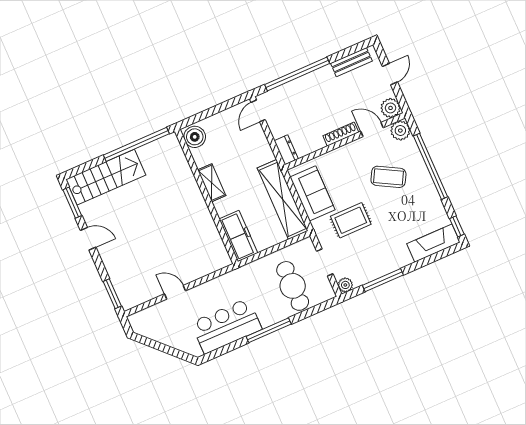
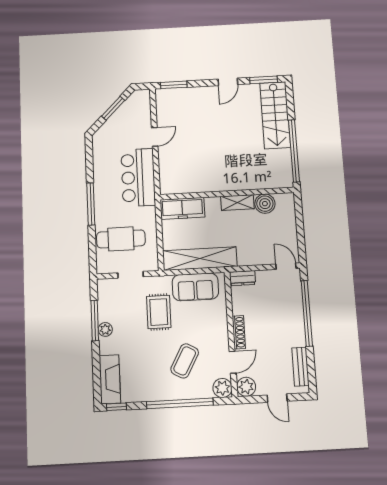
boiler: (195, 137) -> (265, 204), moved
plant: (345, 285) -> (105, 329), moved
bar counter: (226, 326) -> (138, 178), moved, turned 180
window: (161, 347) -> (113, 108), added

